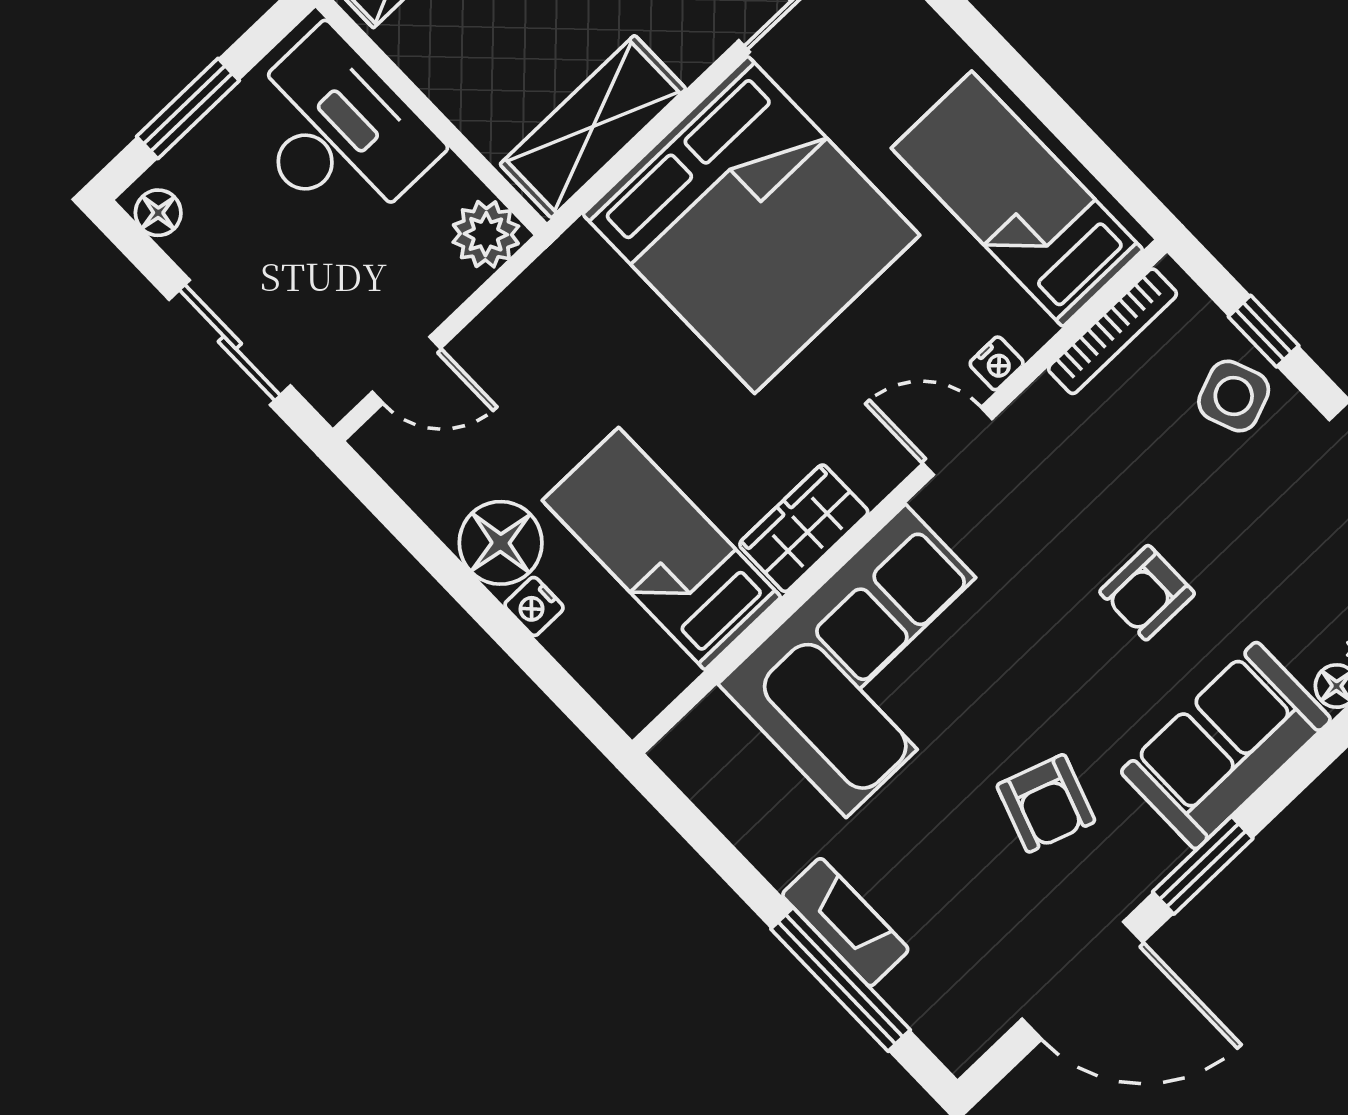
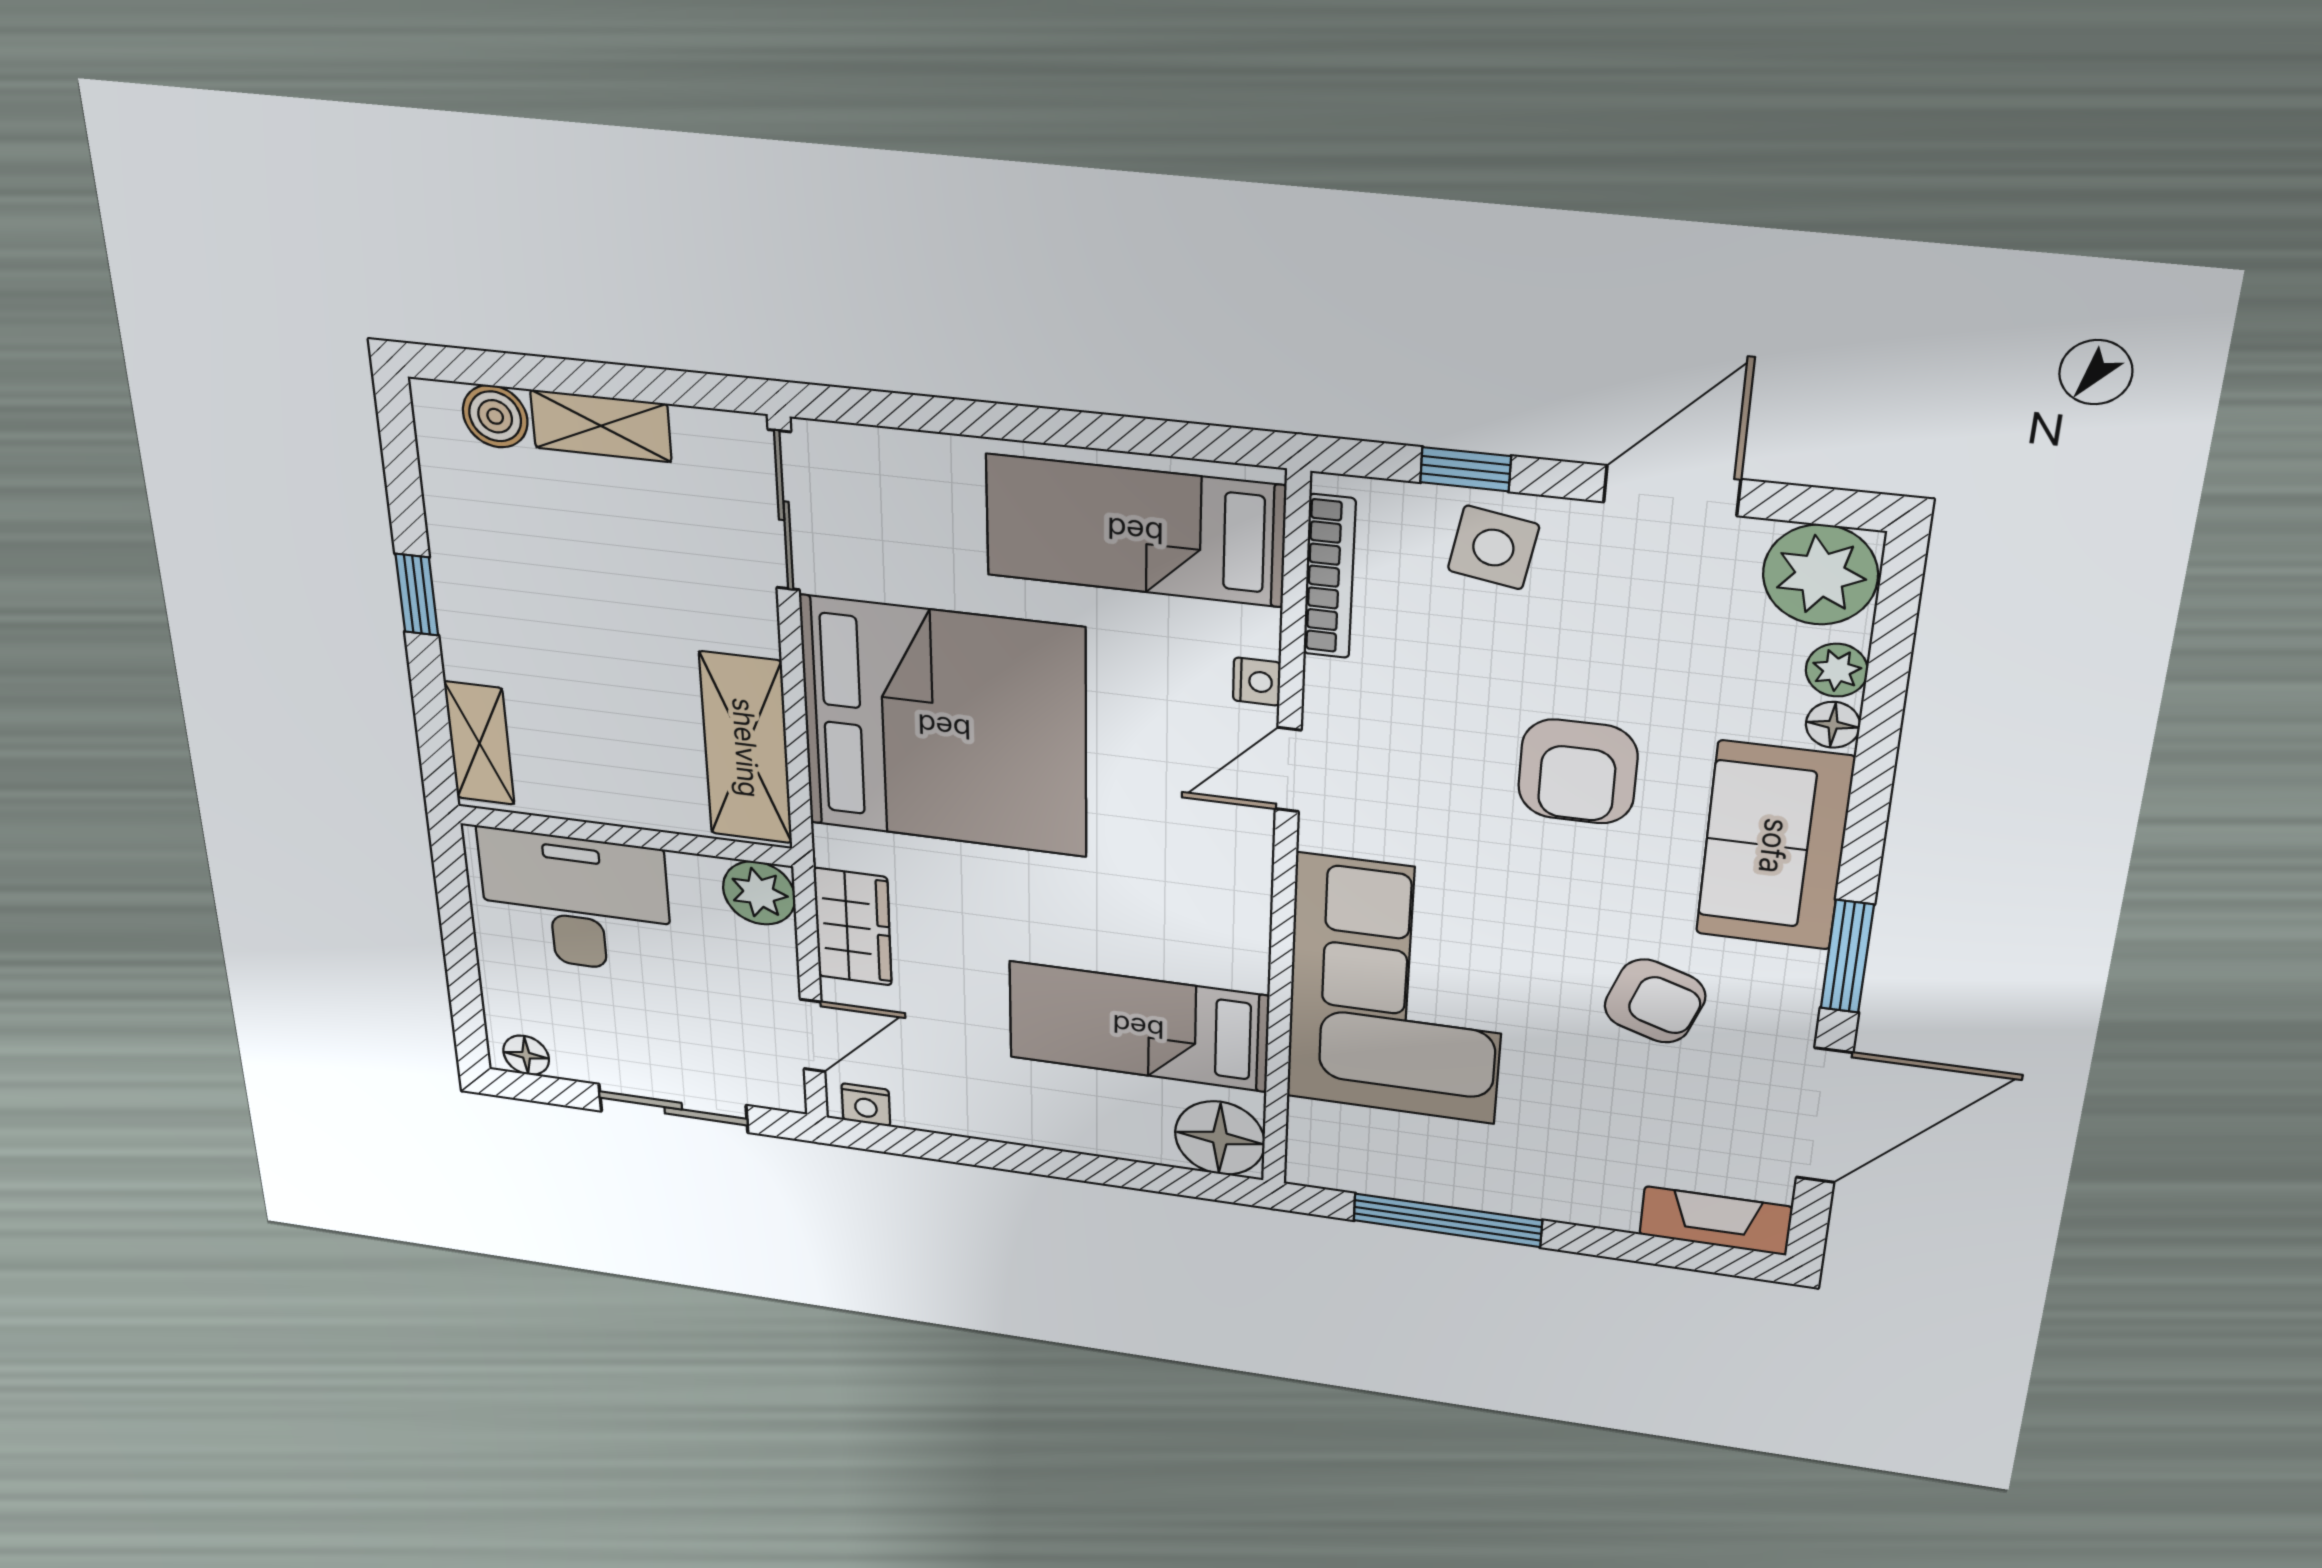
window: (188, 109) -> (462, 967), removed
side table: (1234, 396) -> (1493, 548), turned 31
wardrobe: (804, 528) -> (853, 927), moved, turned 180
floor lamp: (501, 543) -> (1220, 1138), moved
armchair: (1147, 593) -> (1578, 772), width x1.38, depth x1.38
nightstand: (534, 606) -> (866, 1105), moved
fireplace: (845, 922) -> (1716, 1221), moved
window: (841, 979) -> (1447, 1220), moved

